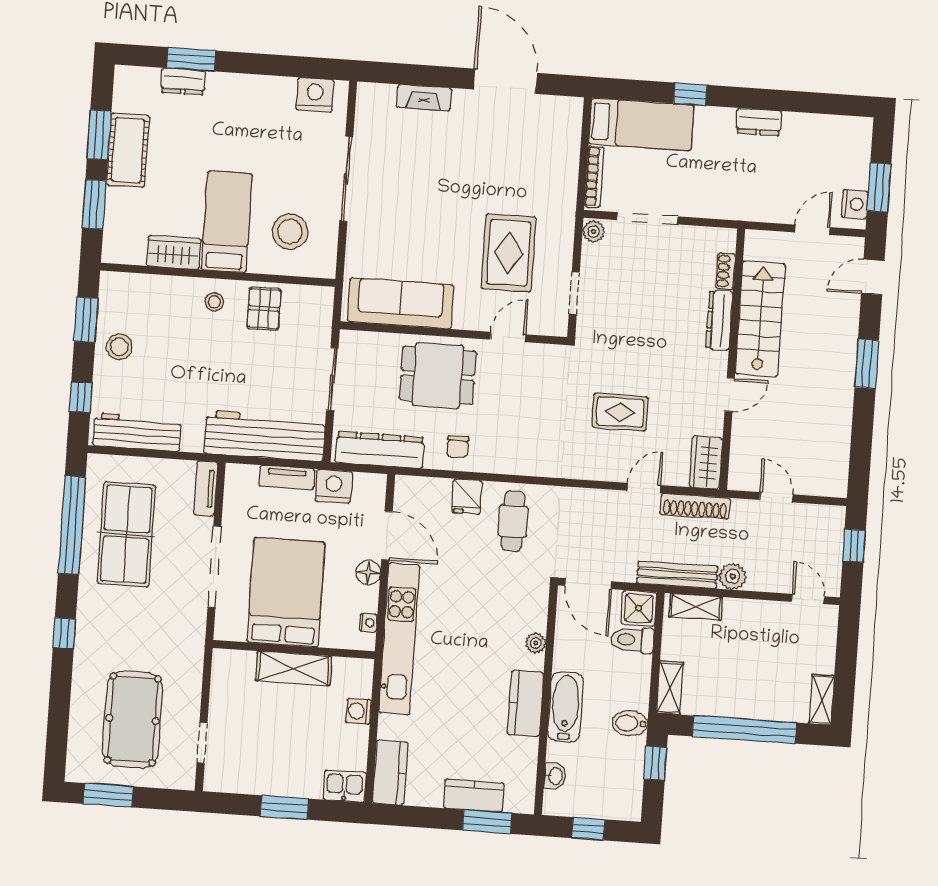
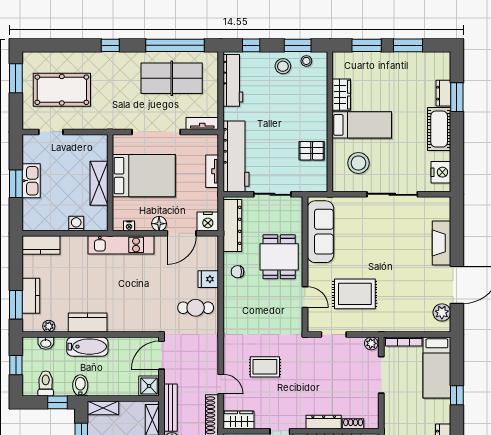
fireplace: (424, 98) -> (442, 243), width x1.37, depth x1.32
plant: (550, 110) -> (442, 312), added
cot: (128, 150) -> (439, 129), moved, turned 90
stool: (214, 302) -> (306, 61), moved
rug: (620, 412) -> (265, 367), turned 90
nightstand: (334, 486) -> (208, 221), moved, turned 90
kitchen unit: (399, 639) -> (121, 245), width x0.73
toilet: (632, 640) -> (46, 383), moved
plant: (536, 643) -> (49, 326), moved
kitchen sink: (345, 786) -> (31, 181), moved, width x1.38

